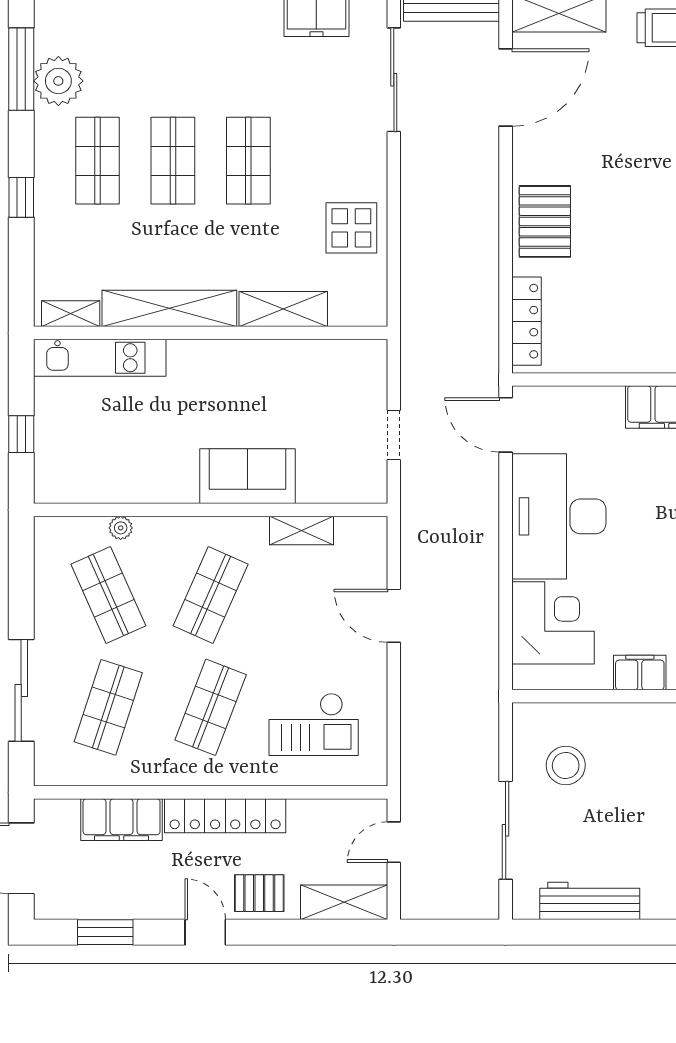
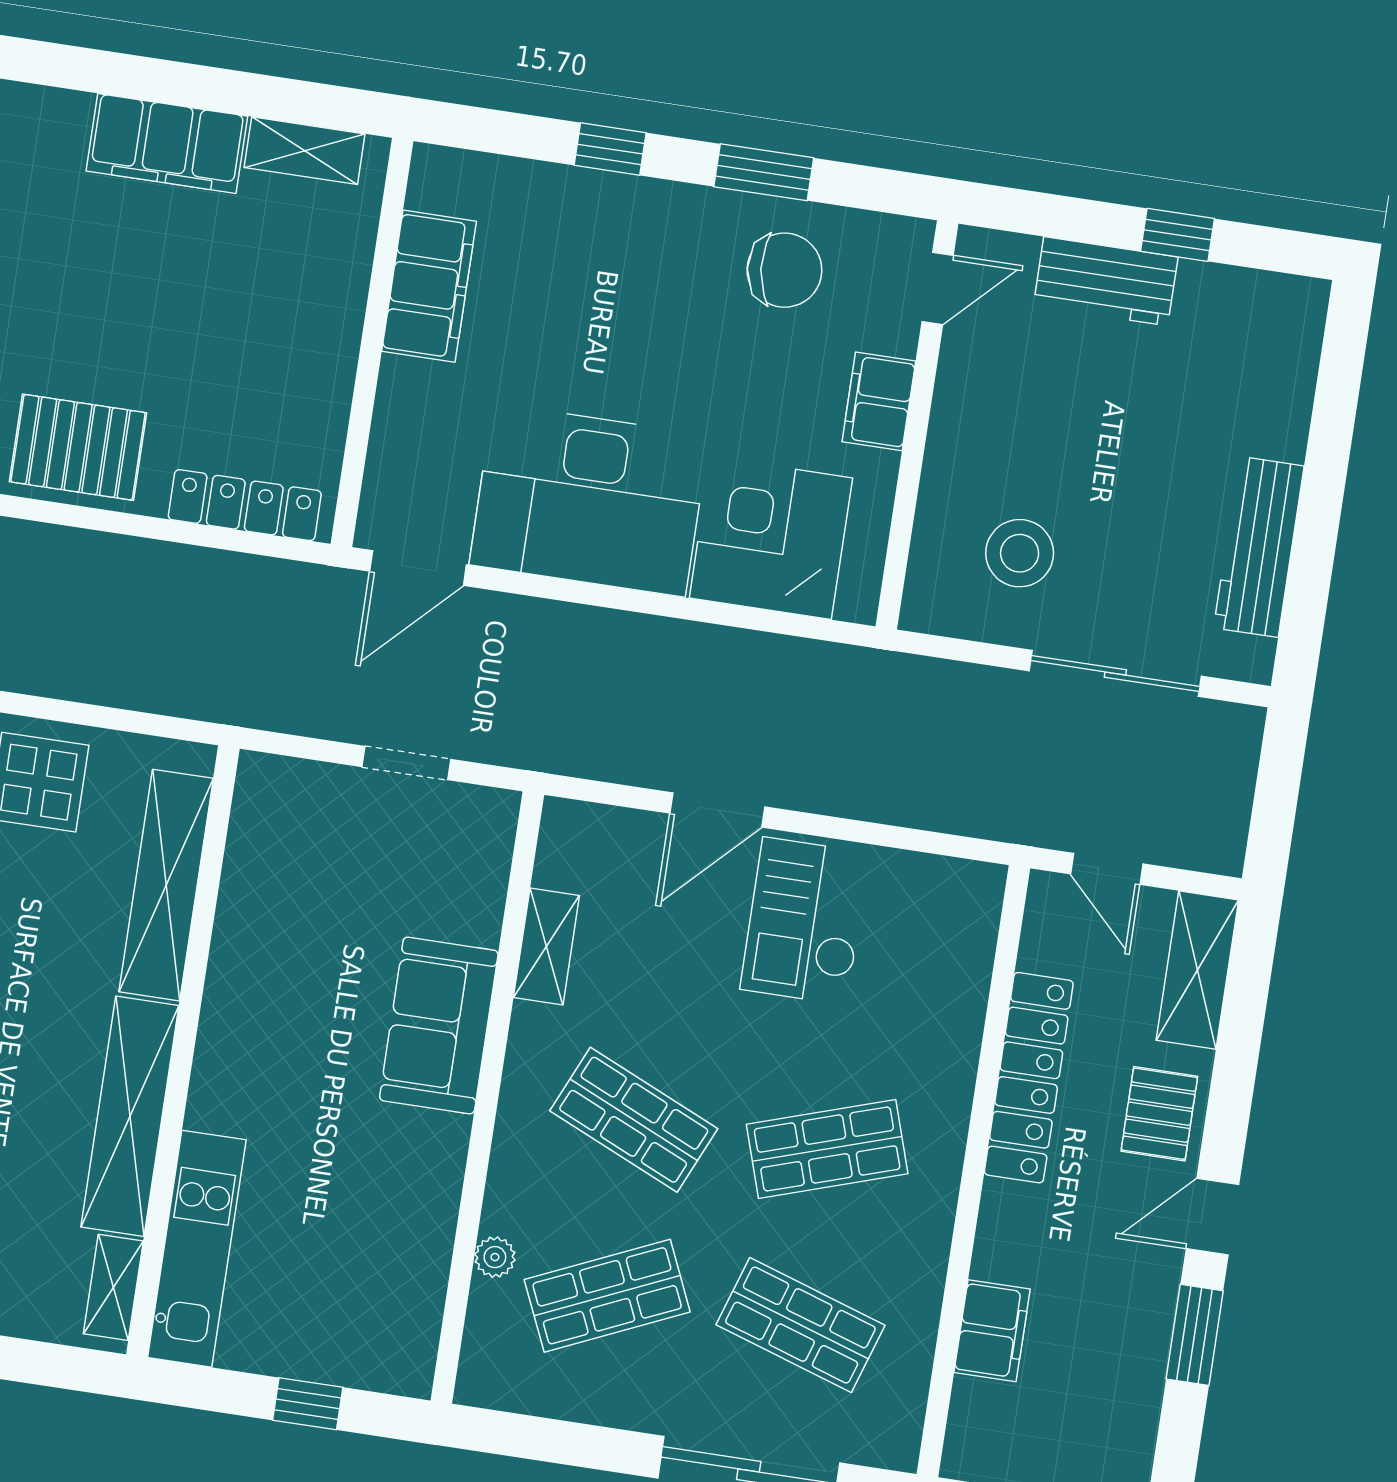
shelving: (283, 309) -> (166, 885), width x1.47
shop shelf: (211, 707) -> (827, 1149), turned -39
checkout: (314, 724) -> (805, 921), moved, turned 180
locker: (225, 816) -> (1029, 1078), moved
filing cabinet: (122, 820) -> (992, 1331), width x0.67, depth x0.86
window: (105, 932) -> (1195, 1335), moved

